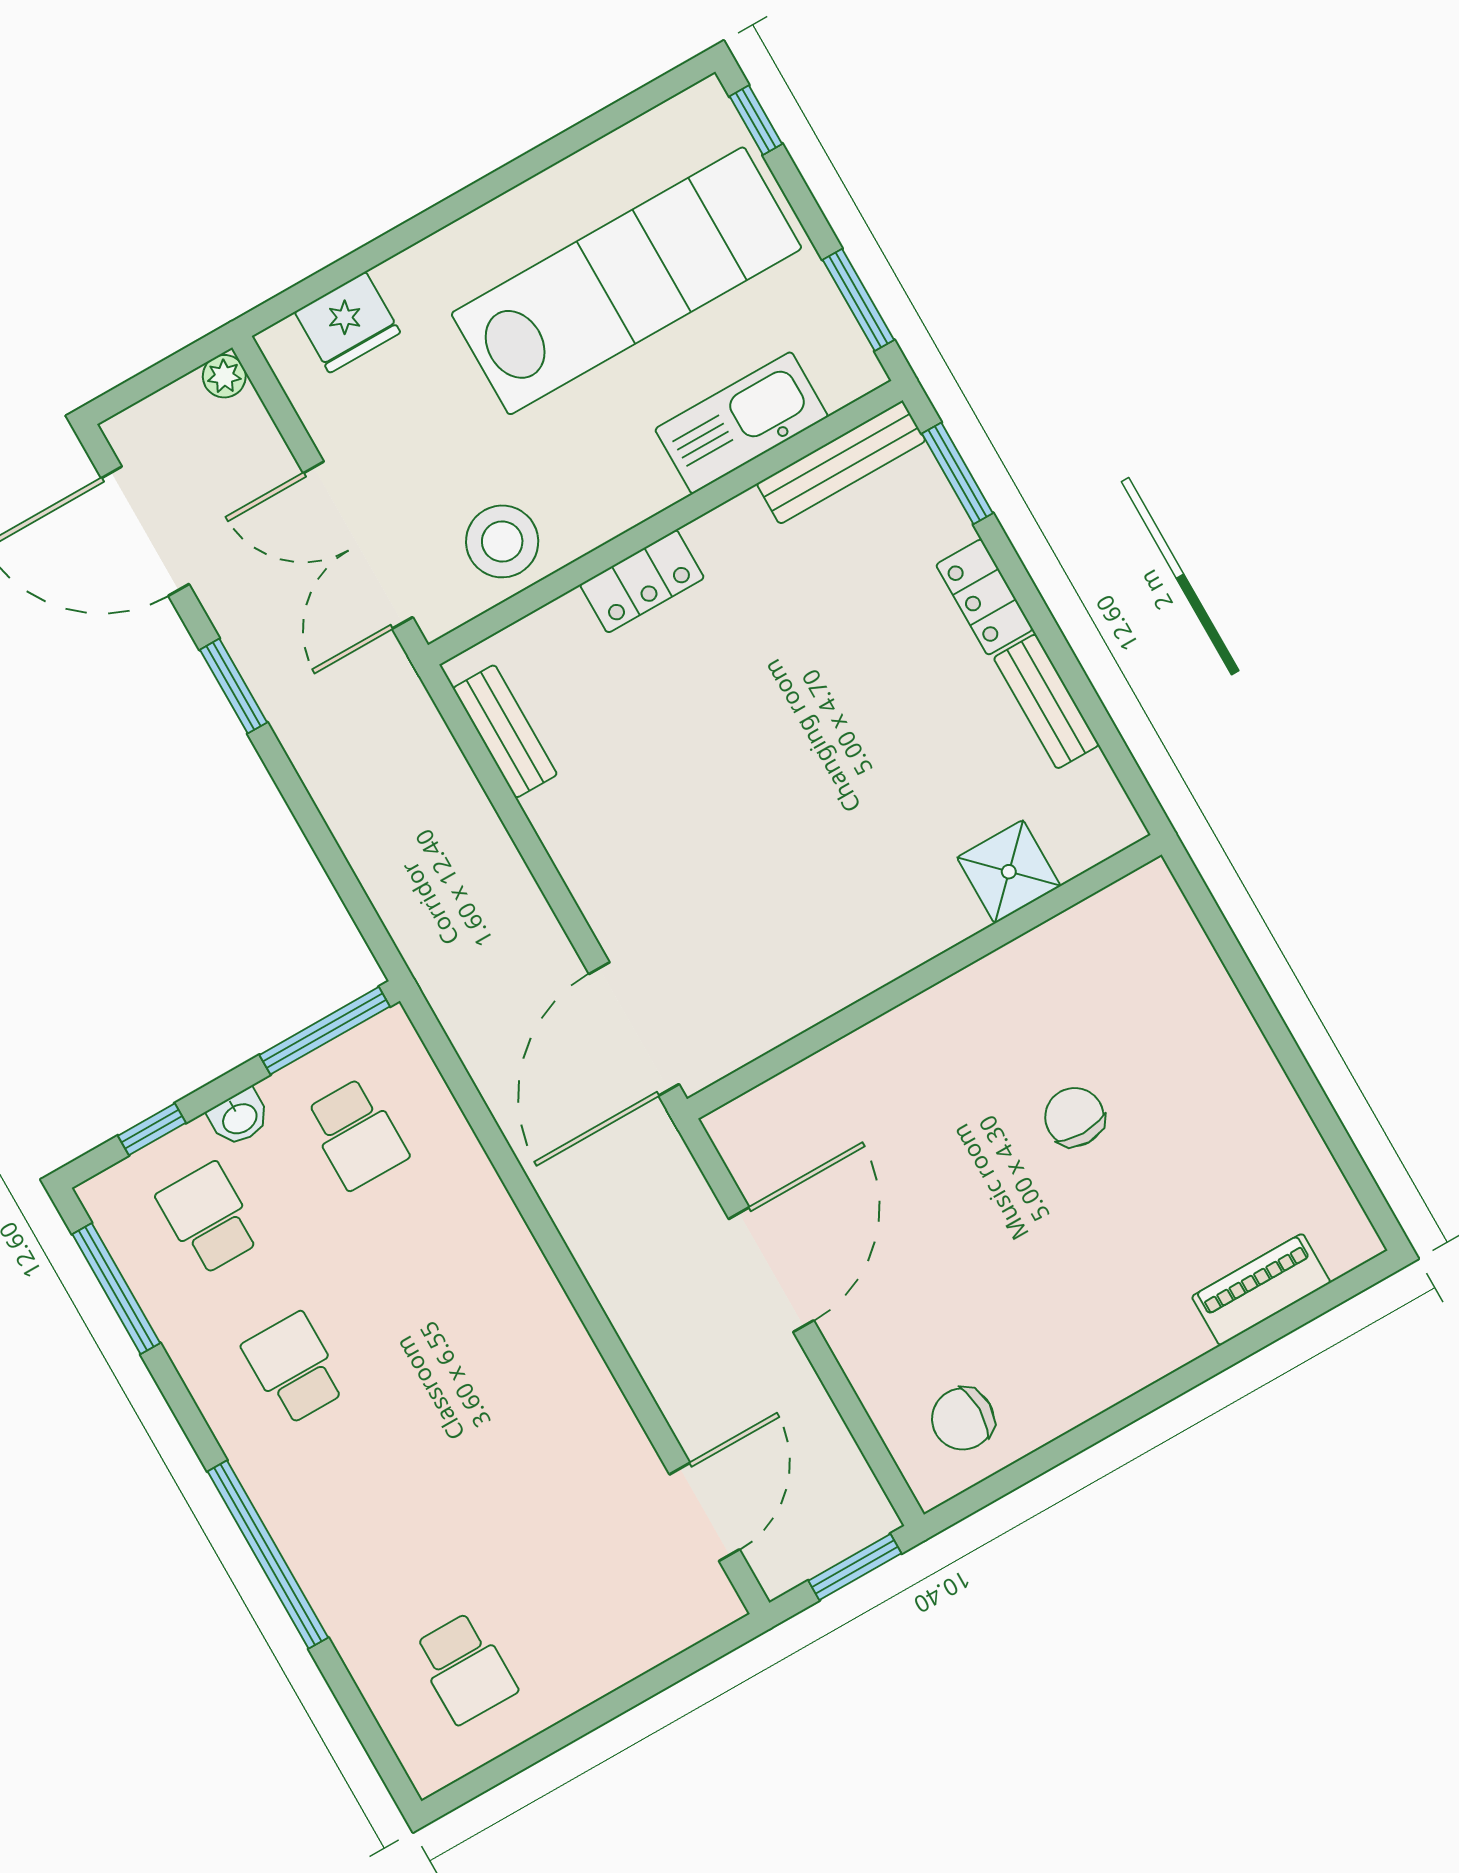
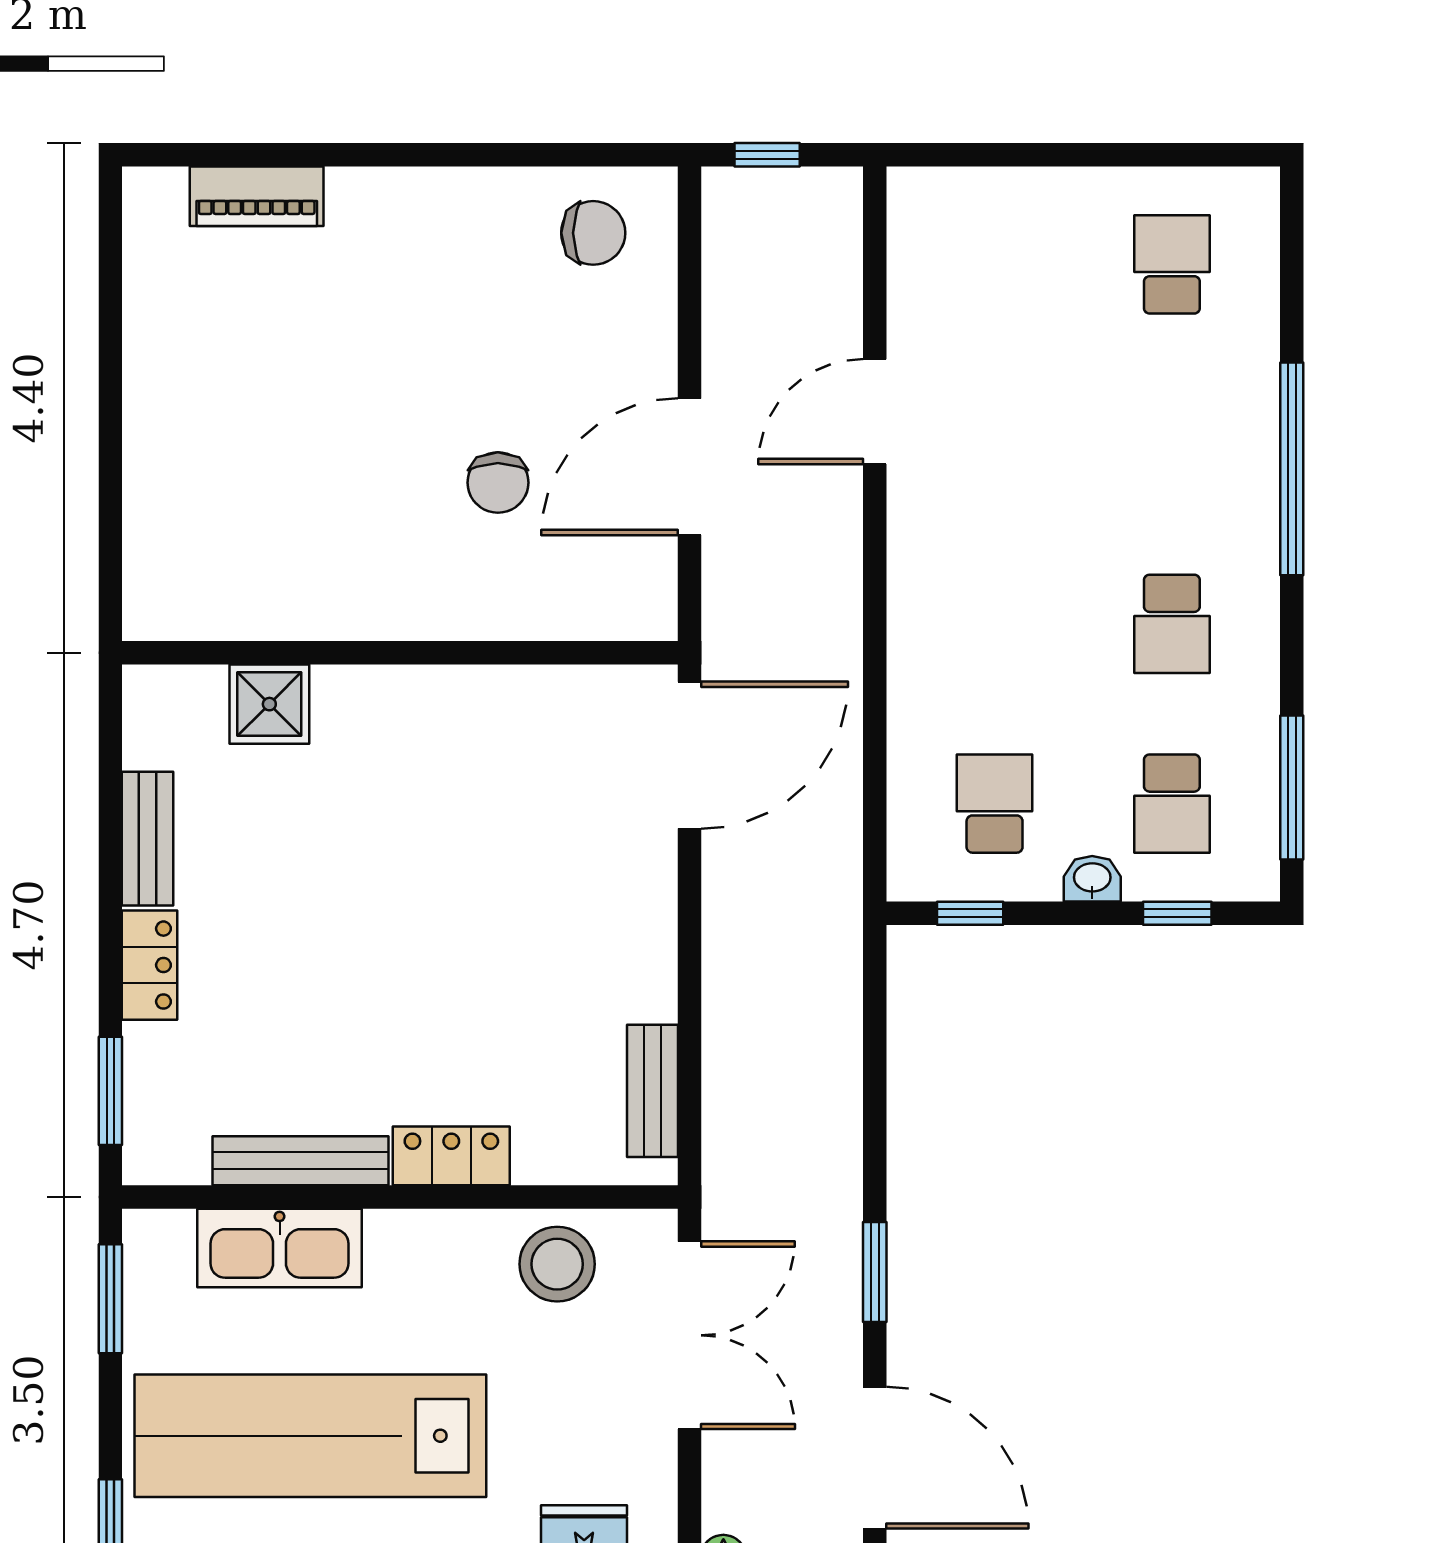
bench: (841, 462) -> (301, 1161), moved
window: (325, 1031) -> (970, 913), width x0.46
chair: (1074, 1117) -> (498, 483), moved
door: (705, 1512) -> (875, 412), moved
window: (855, 1567) -> (767, 155), width x0.67

